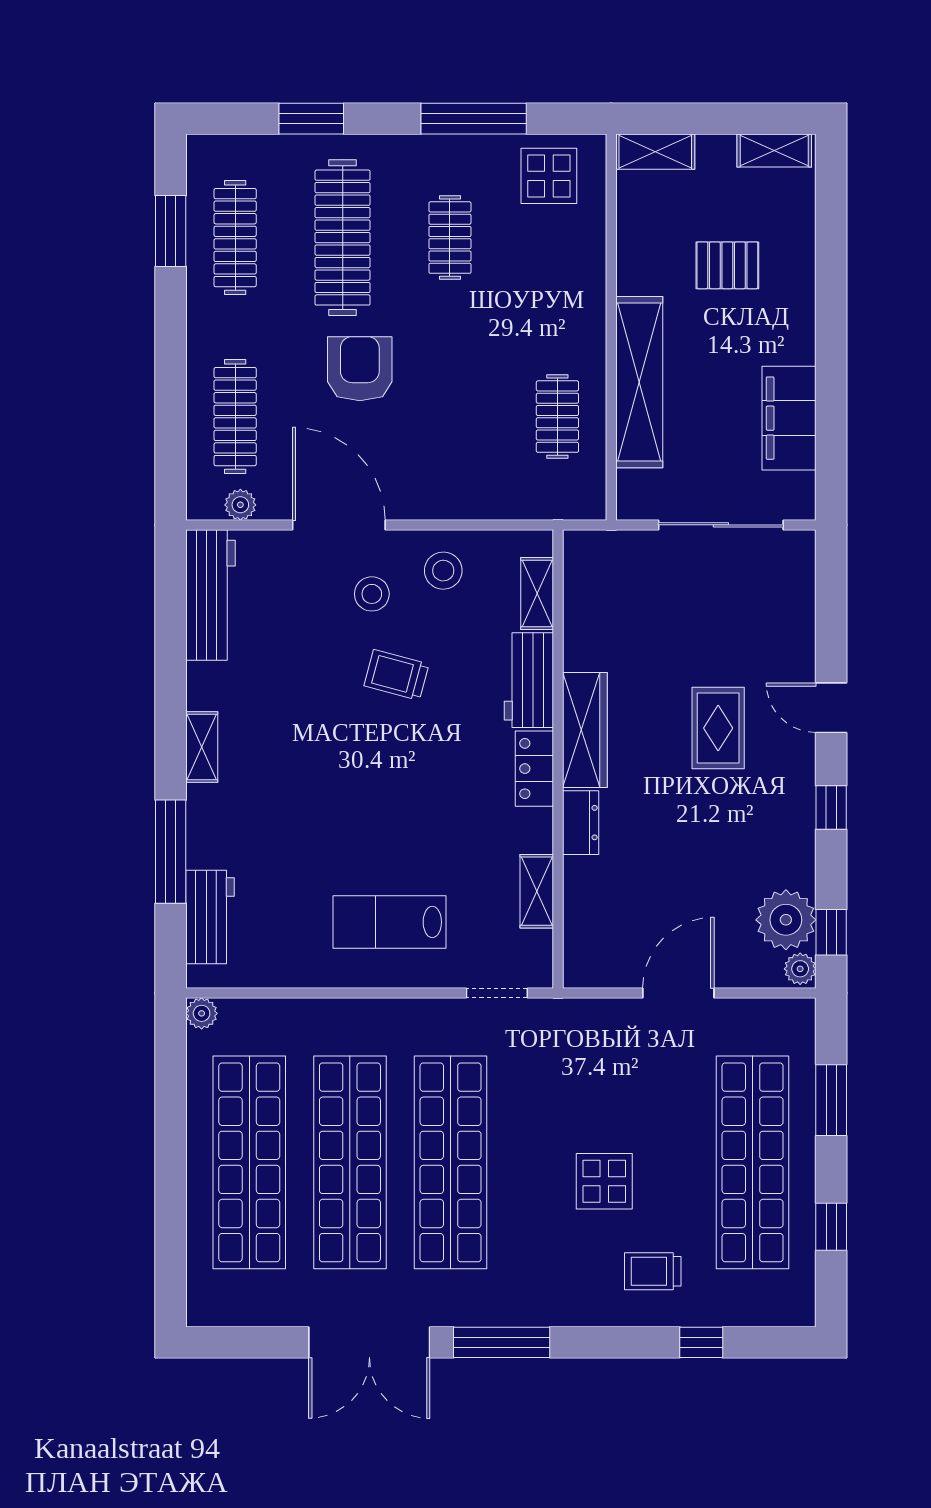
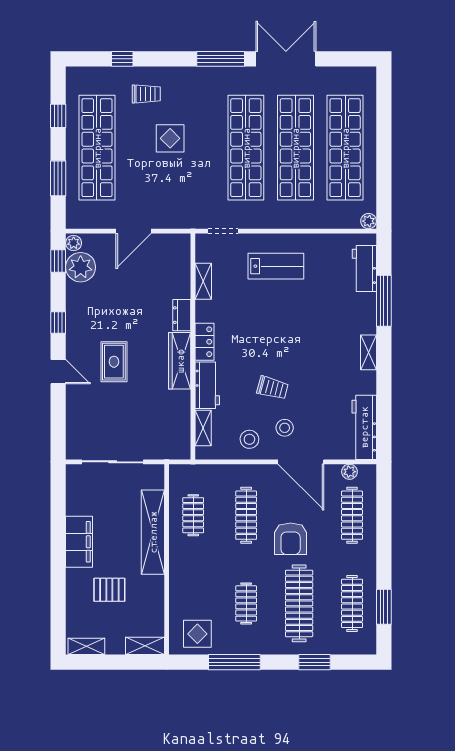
clothes rail: (450, 417) -> (246, 515), added
filing cabinet: (789, 418) -> (79, 542), moved

